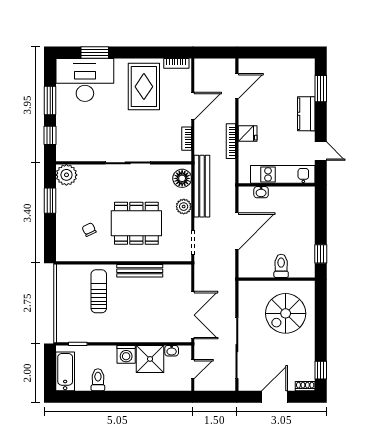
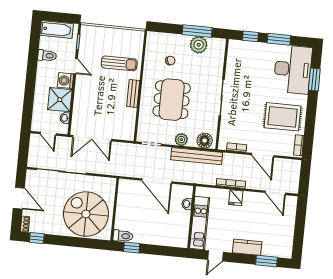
plant: (66, 175) -> (199, 45), moved
window: (50, 201) -> (197, 31), width x1.44
toilet: (281, 266) -> (123, 236), moved
bench: (140, 271) -> (133, 94), width x0.73
spiral stairs: (286, 313) -> (86, 214), width x1.37, depth x1.37
door: (107, 344) -> (76, 66), added

